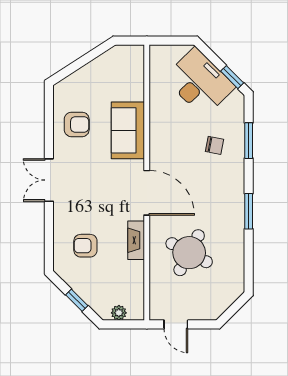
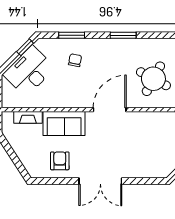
double door: (49, 180) -> (100, 181), width x1.37
fireplace: (136, 240) -> (28, 117), moved
armchair: (85, 246) -> (148, 155), removed

